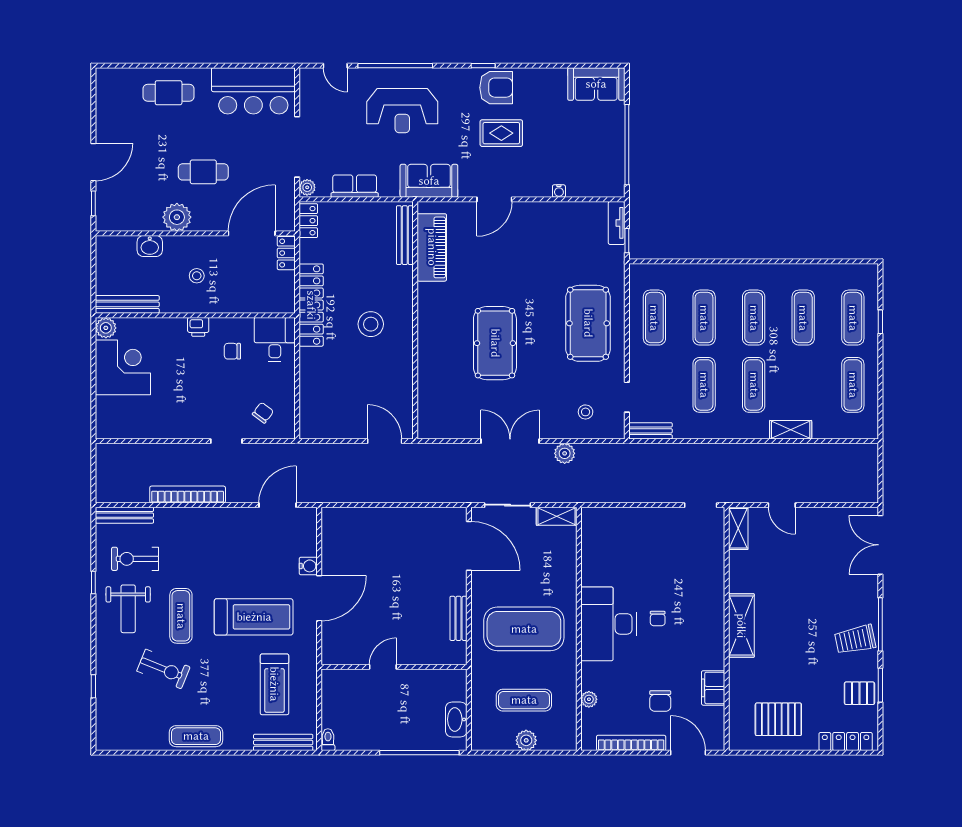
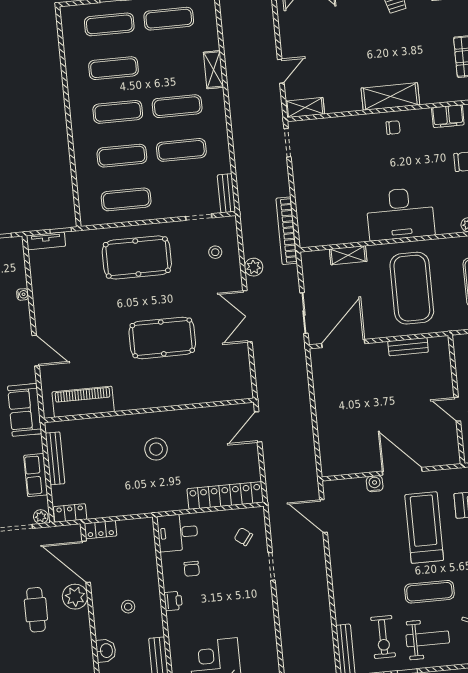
plant: (177, 217) -> (75, 597), moved
bench: (405, 235) -> (55, 458), moved, turned 90
locker: (311, 305) -> (225, 495), moved
bookcase: (188, 494) -> (287, 231), moved
shelving: (557, 516) -> (348, 255), moved, turned 90
chair: (658, 619) -> (393, 128), moved

